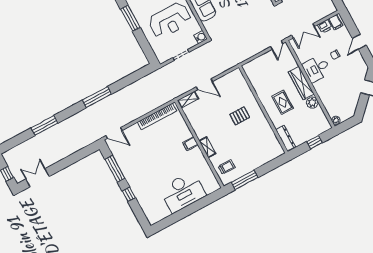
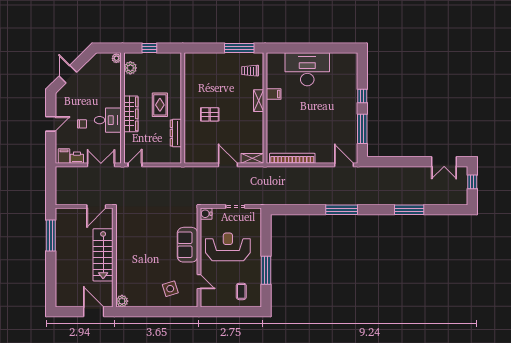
plant: (312, 103) -> (130, 68), moved
dresser: (286, 138) -> (176, 133), moved
filing cabinet: (190, 144) -> (274, 94), moved

